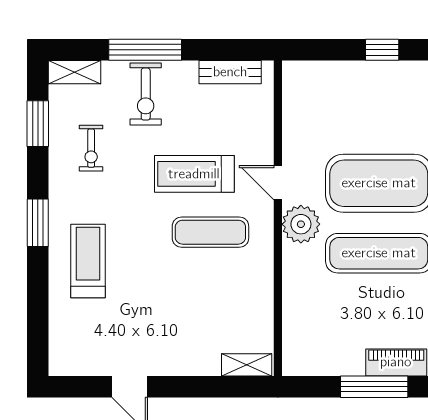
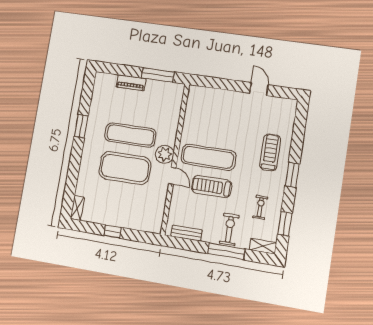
treadmill: (194, 174) -> (212, 187), turned 180
exercise mat: (210, 232) -> (208, 157), width x1.36, depth x1.45
treadmill: (88, 261) -> (270, 152), turned 180
shelving: (247, 365) -> (201, 92), removed
window: (374, 387) -> (158, 75), moved

